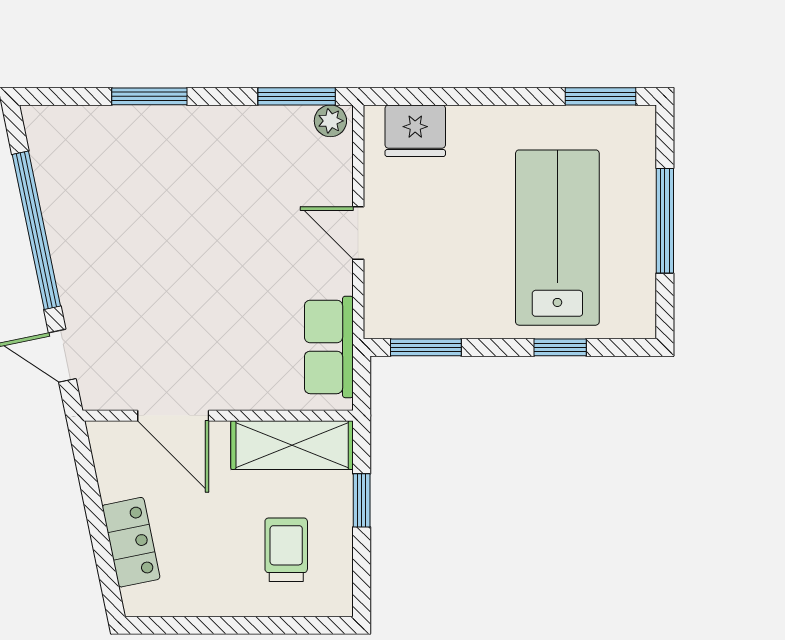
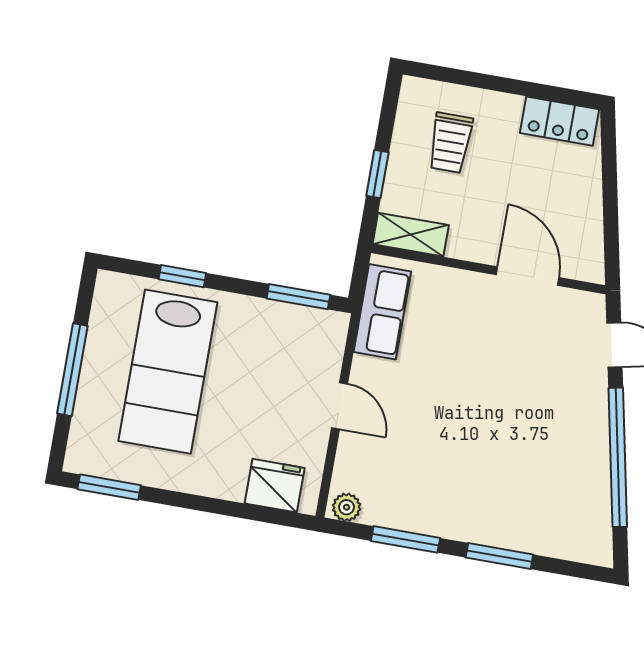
window: (297, 96) -> (405, 539), moved
shelving: (292, 445) -> (411, 235), width x0.67, depth x0.75
locker: (131, 542) -> (560, 121), moved, turned -78

